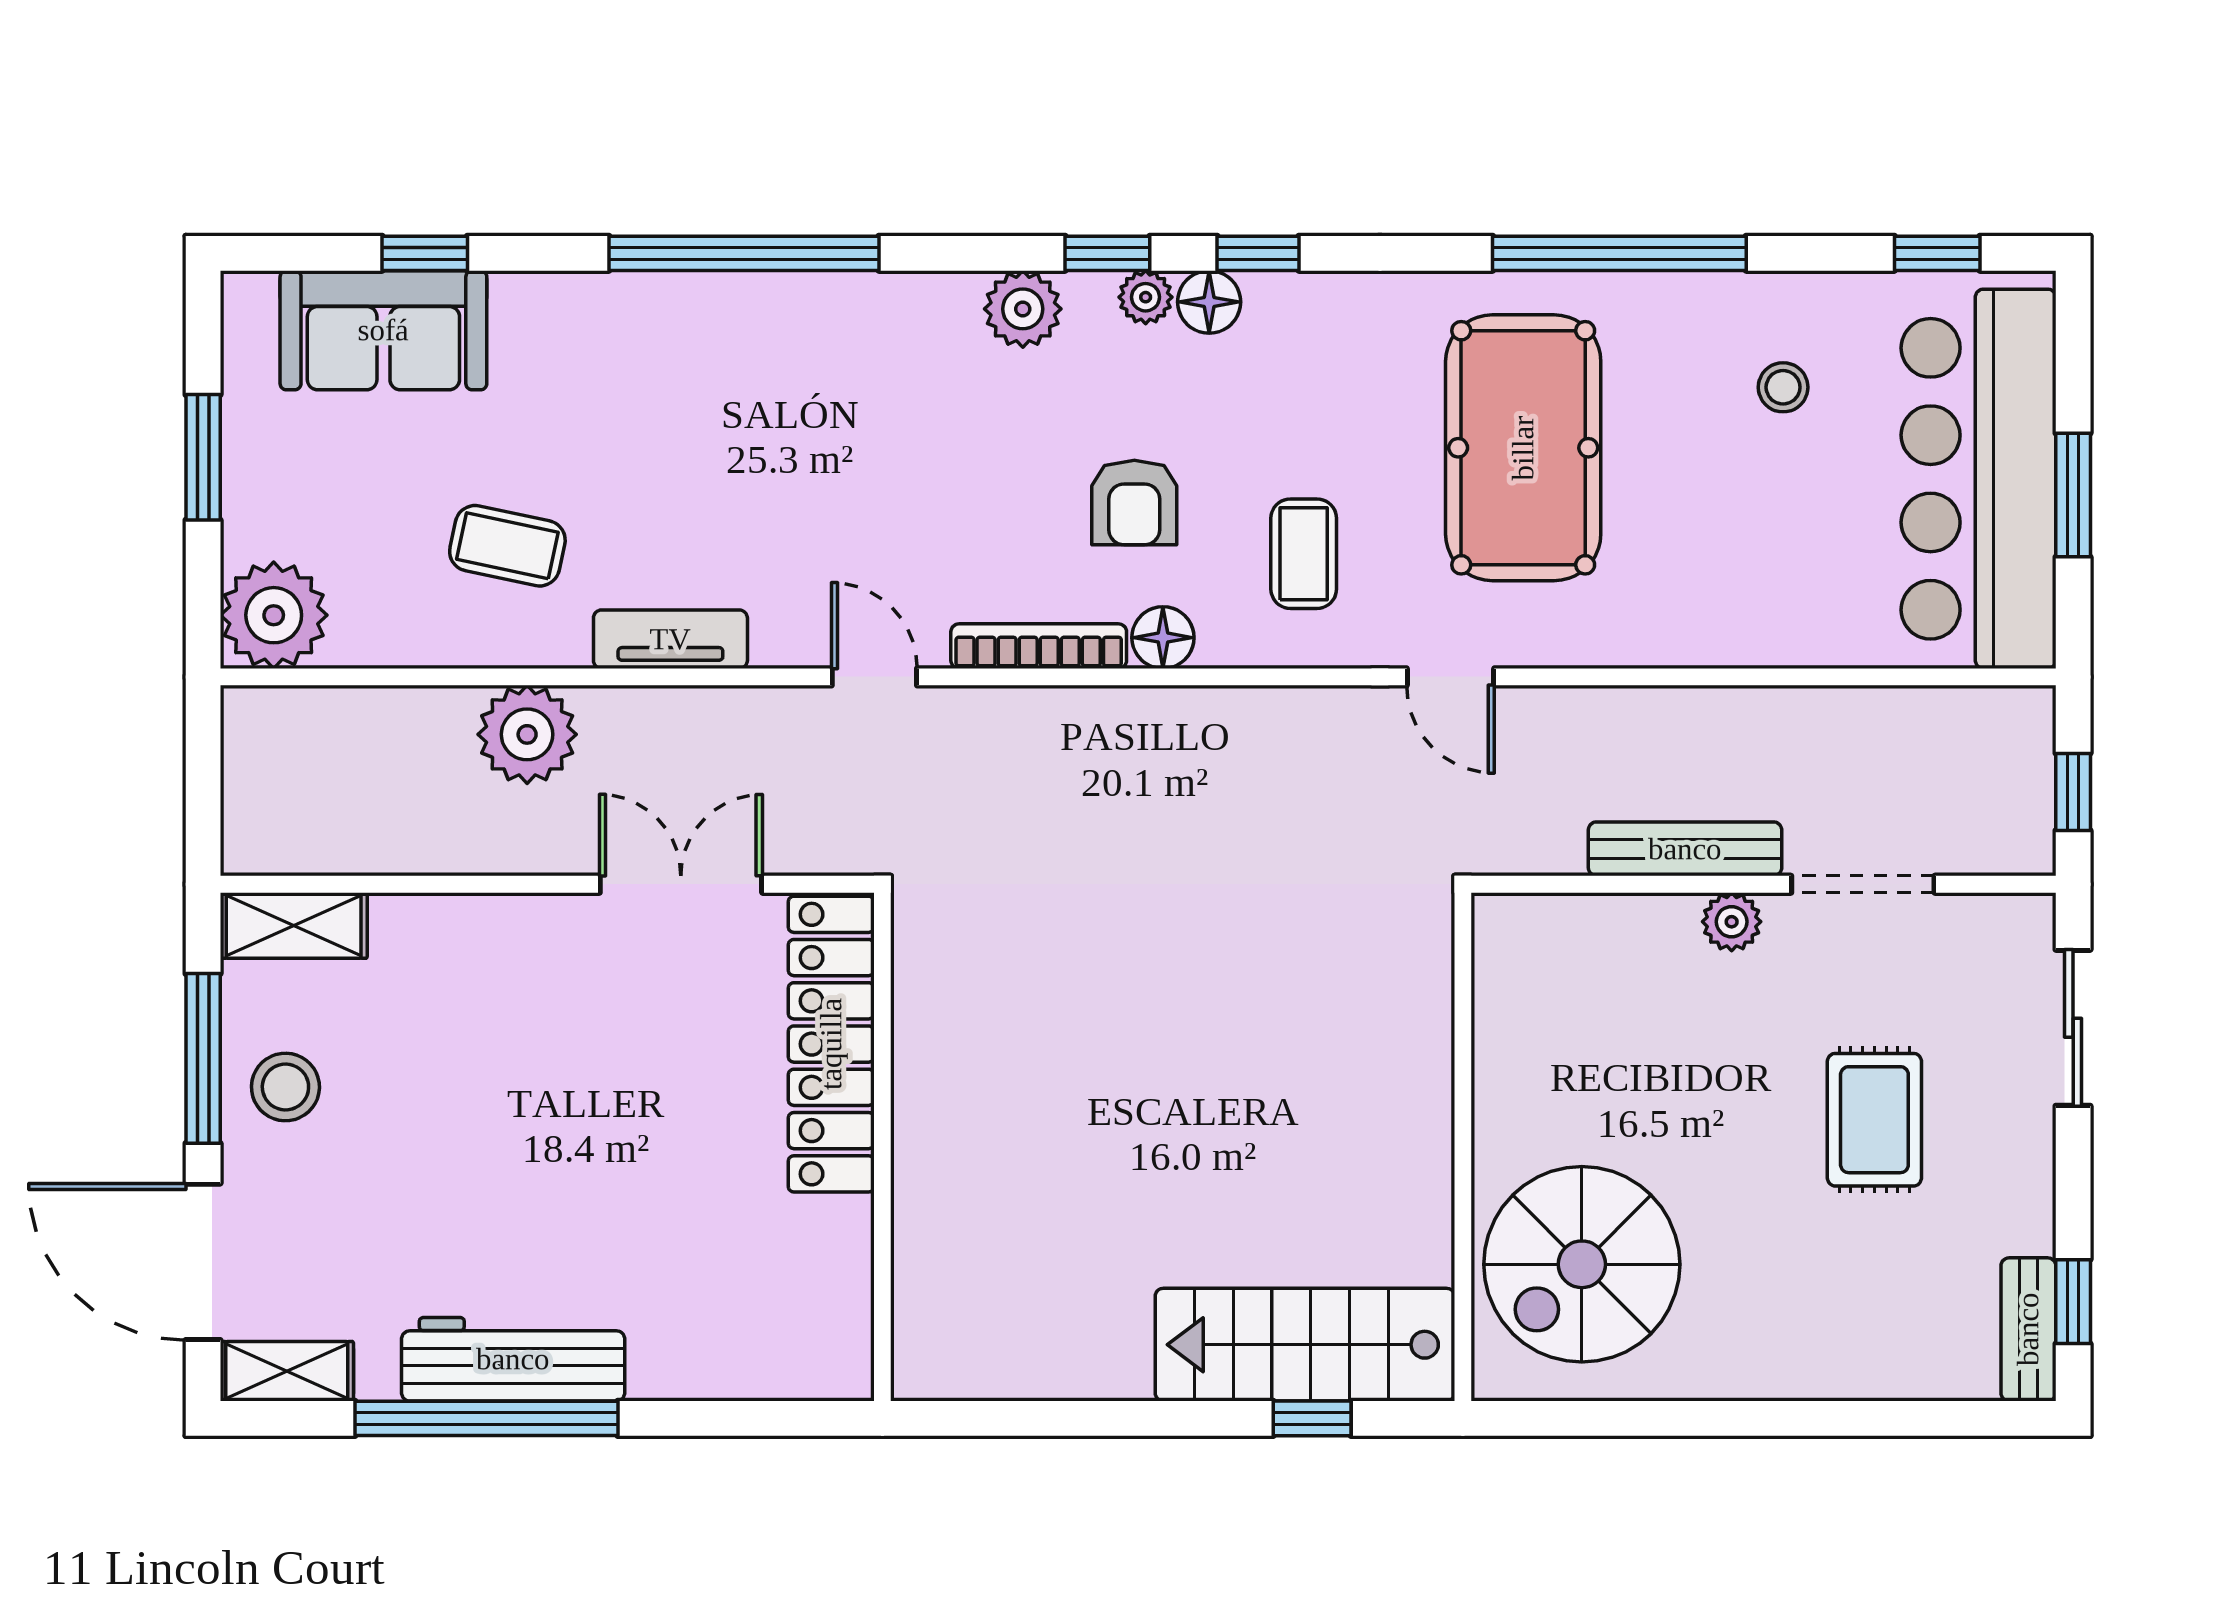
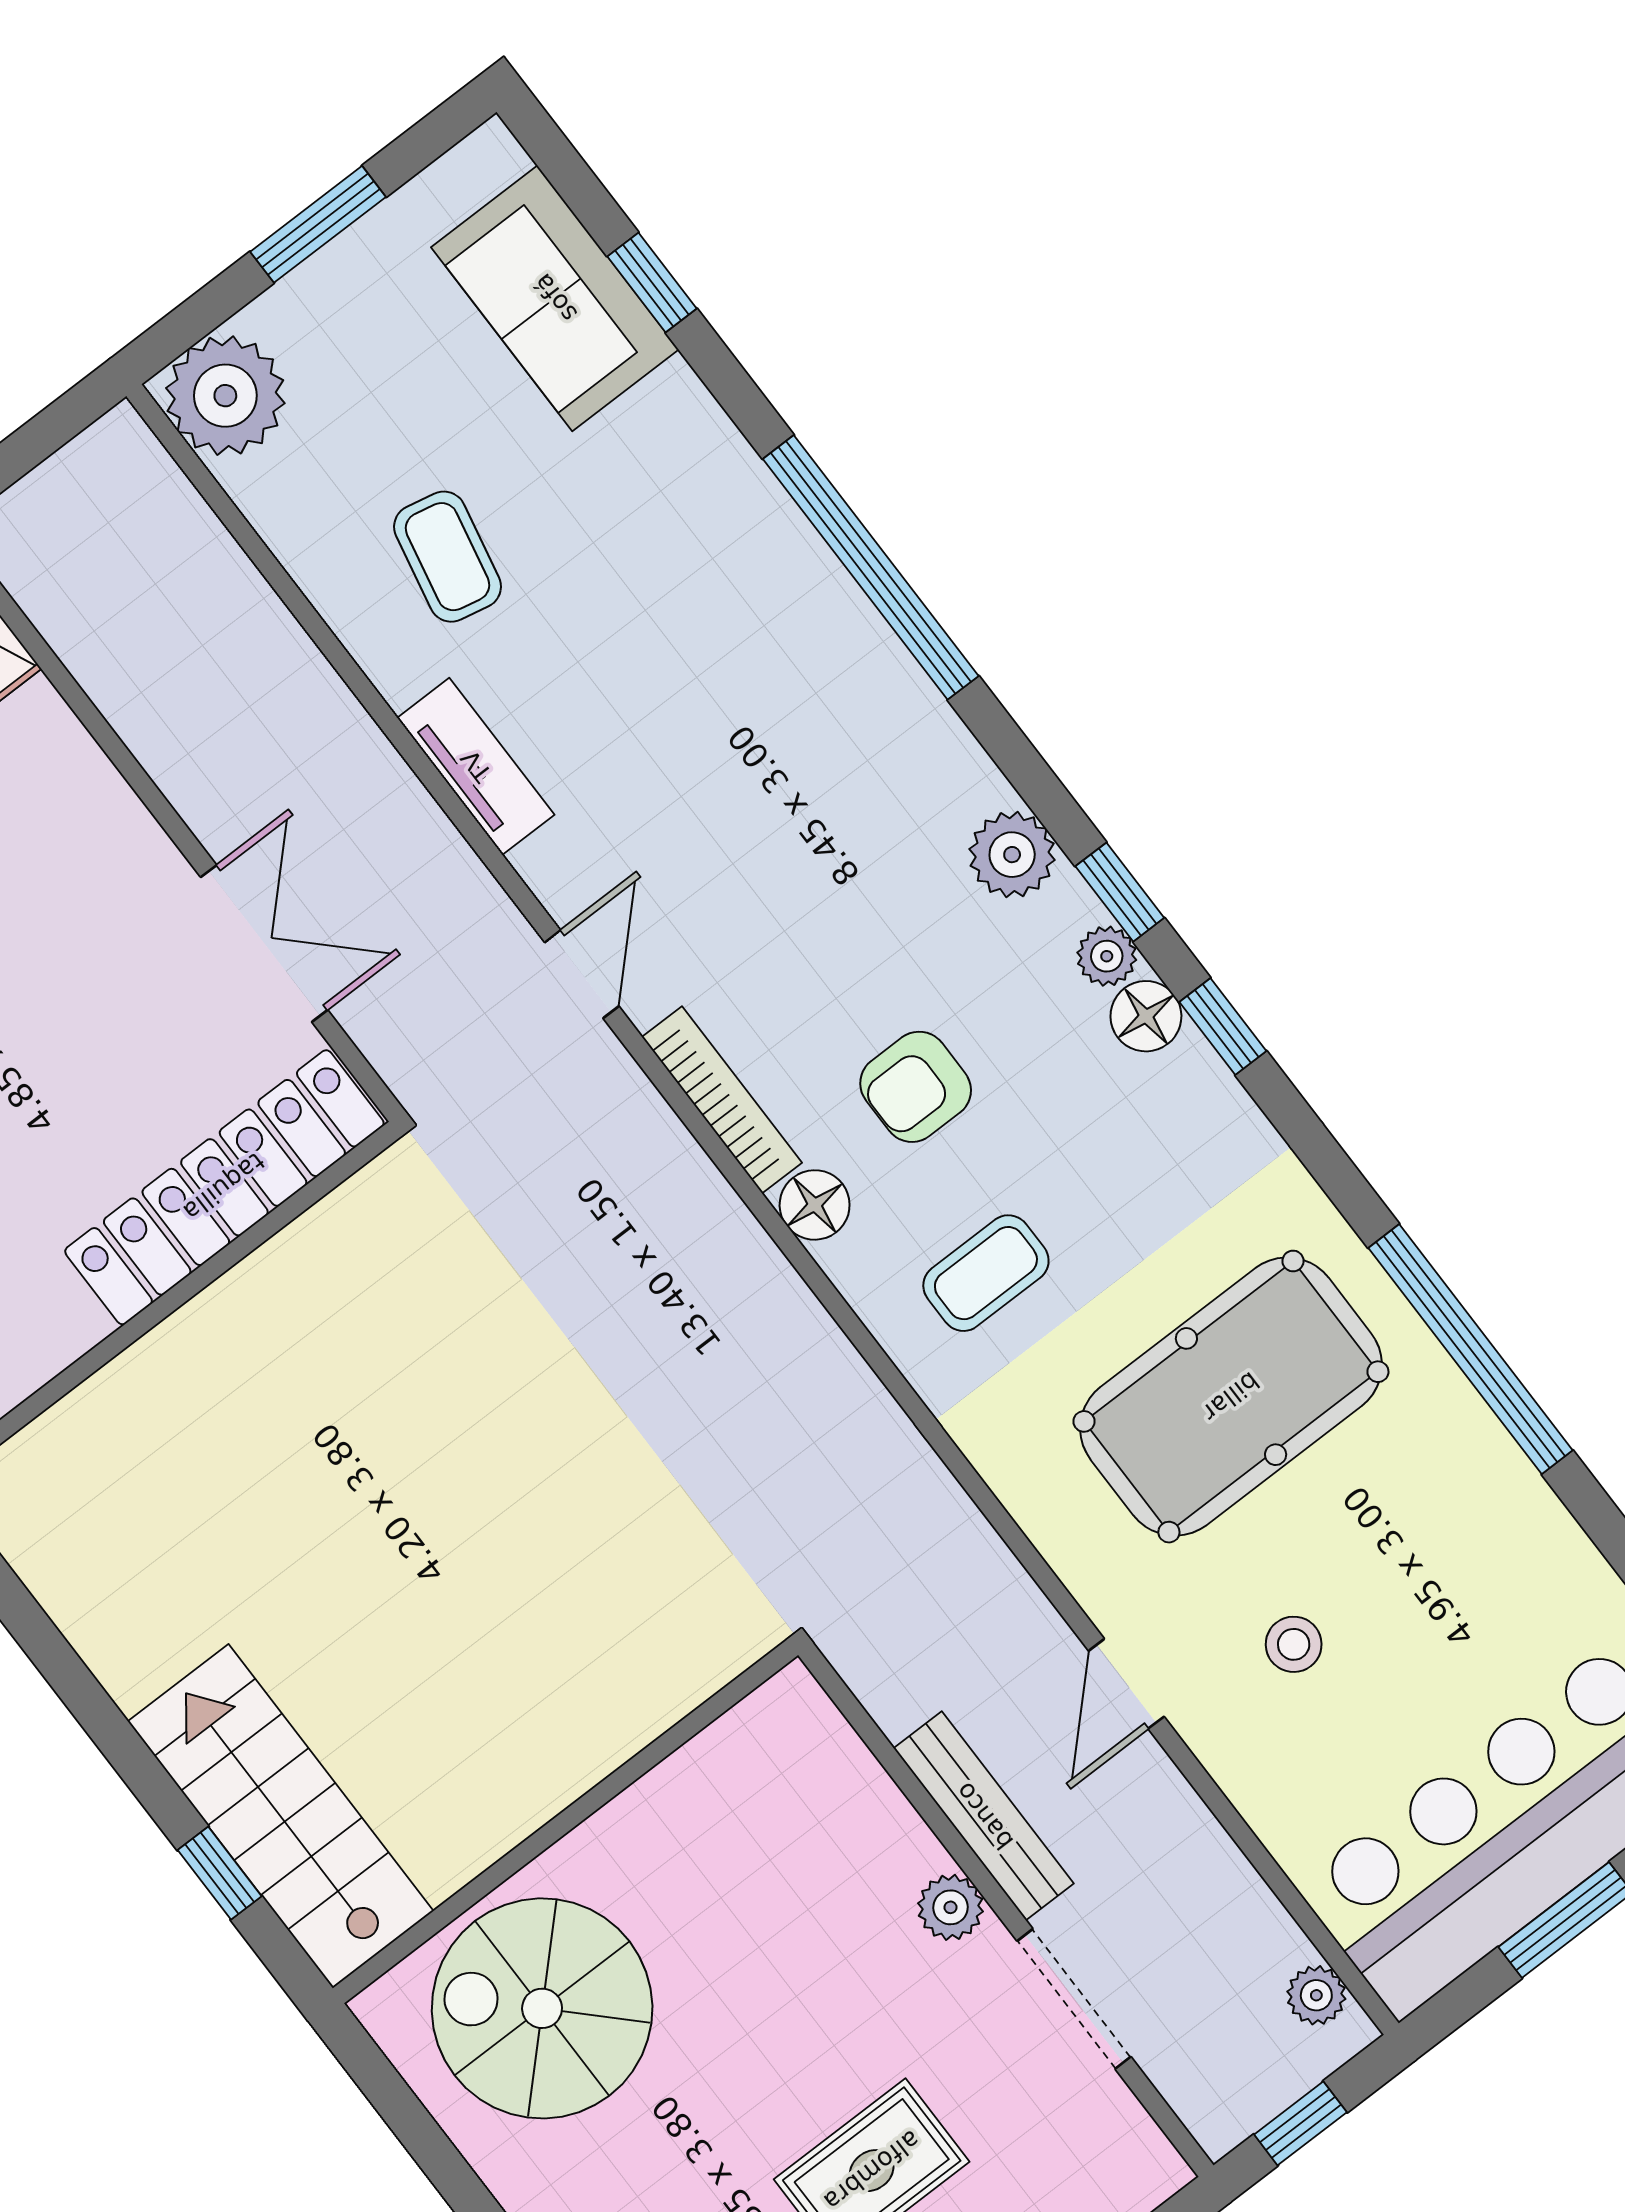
stool: (1783, 387) -> (1294, 1644), moved
door: (1451, 677) -> (1126, 1684), moved
plant: (527, 734) -> (1316, 1995), moved, width x0.53, depth x0.53

